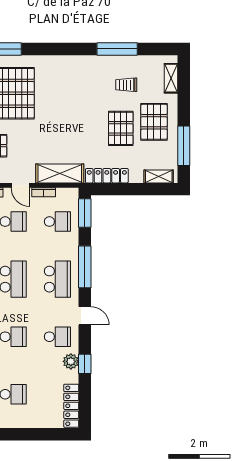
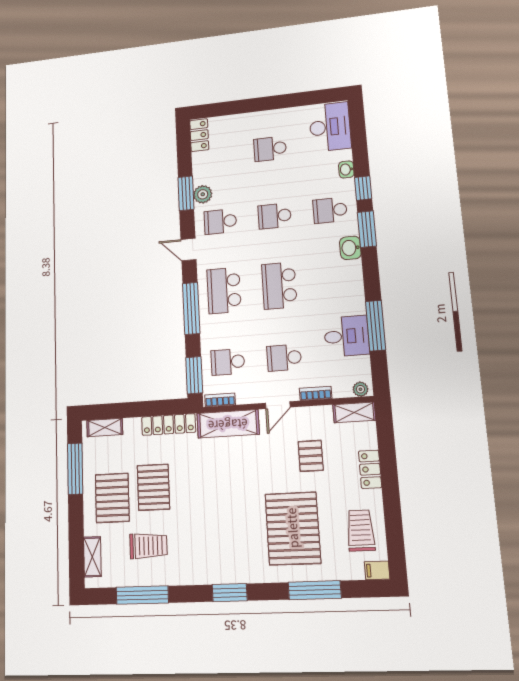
window: (65, 49) -> (230, 593), added
window: (117, 49) -> (142, 595), moved
trolley: (126, 85) -> (148, 546), width x1.36, depth x1.39
door: (20, 185) -> (278, 405), swing flipped
bookcase: (44, 192) -> (220, 400), moved
window: (85, 364) -> (186, 193), width x1.50
locker: (71, 406) -> (199, 135), width x0.66

